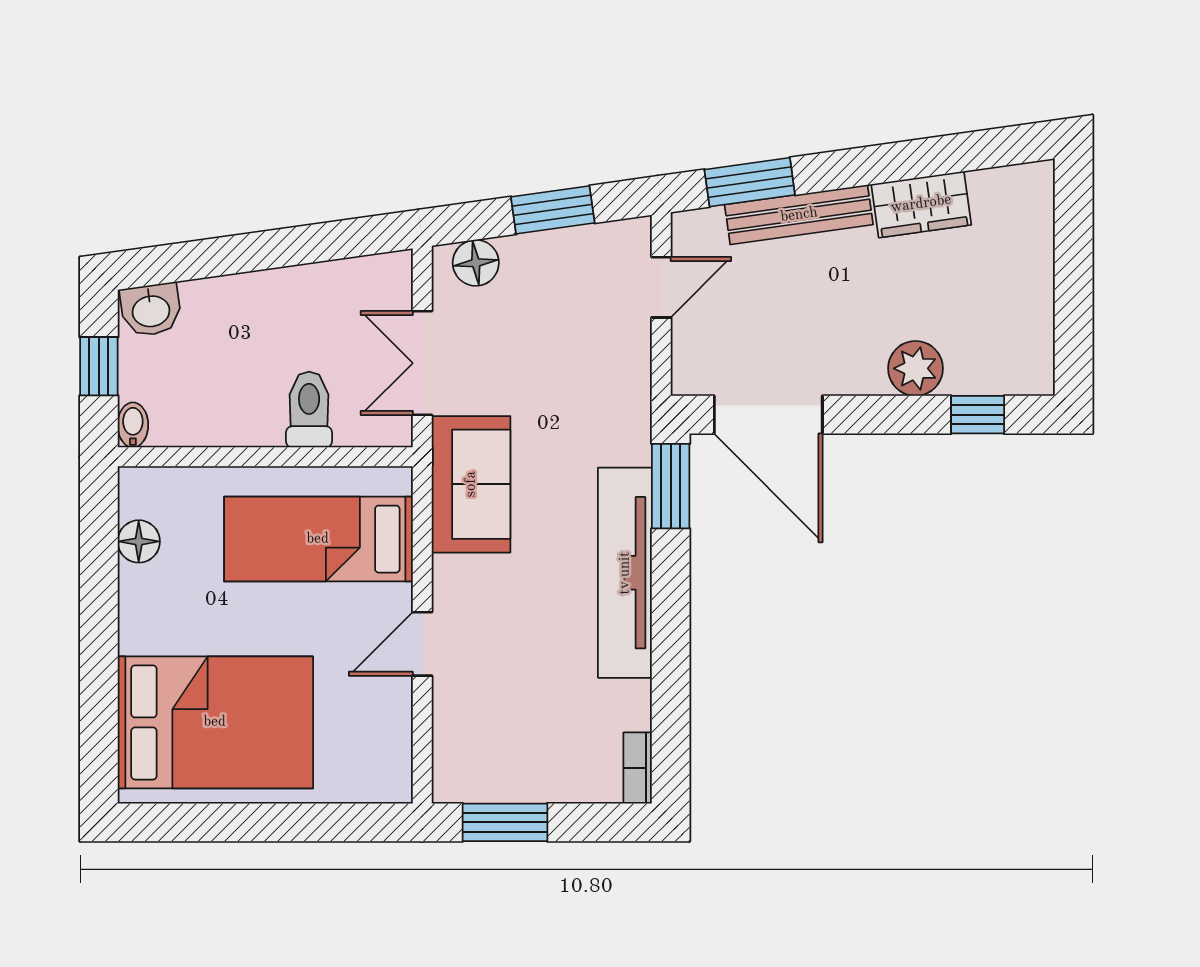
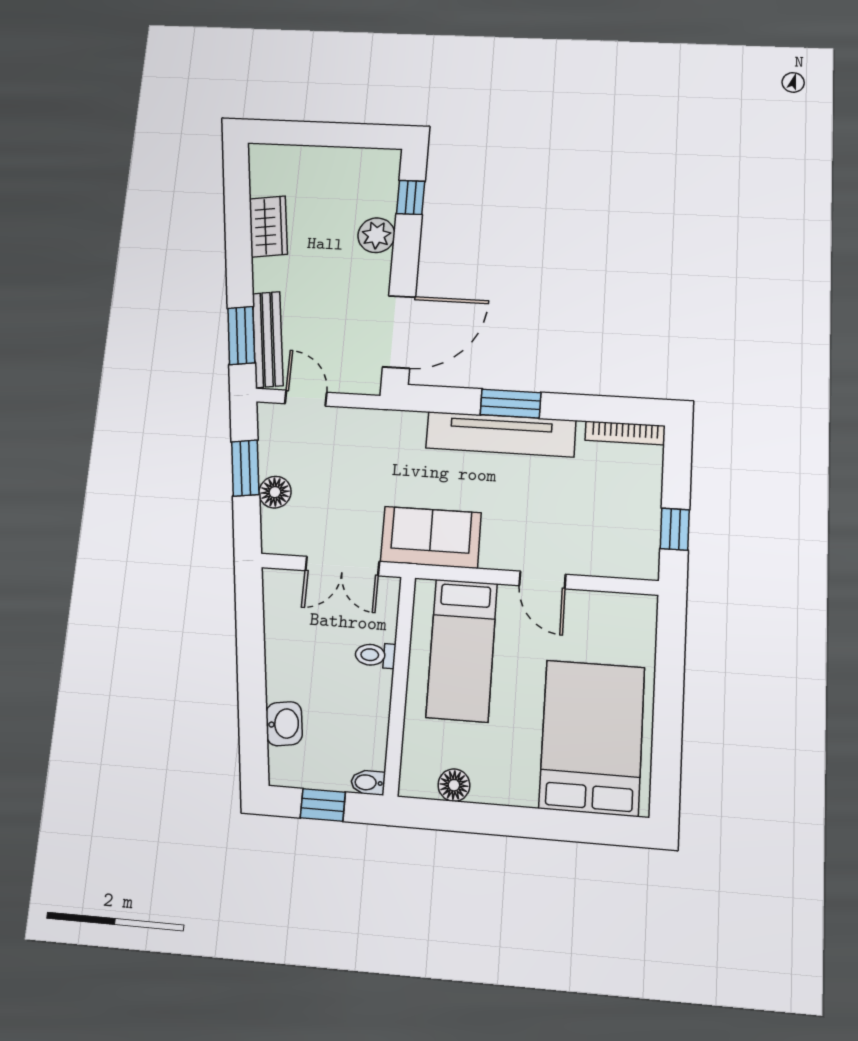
bench: (799, 215) -> (268, 339), moved
floor lamp: (476, 263) -> (275, 492), moved
washbasin: (151, 310) -> (284, 724), moved
toilet: (309, 410) -> (375, 655), width x0.73, depth x0.72
window: (671, 486) -> (511, 404), moved
bookcase: (638, 768) -> (625, 433), width x1.56
window: (505, 822) -> (675, 529), width x0.67

